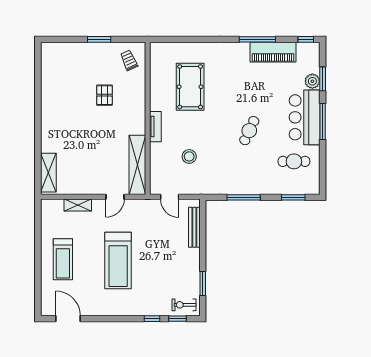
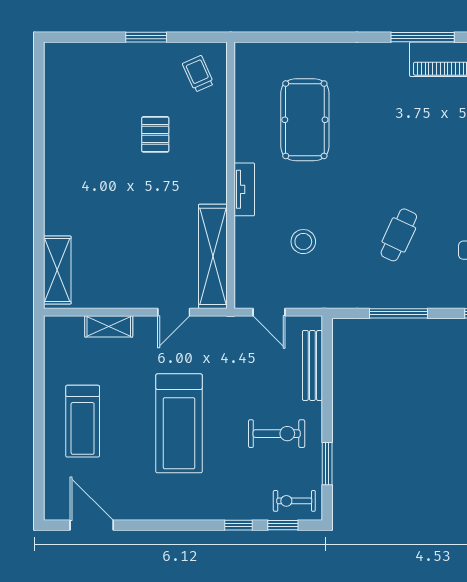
cafe table: (249, 131) -> (399, 235), moved
exercise bike: (174, 266) -> (277, 434), added

